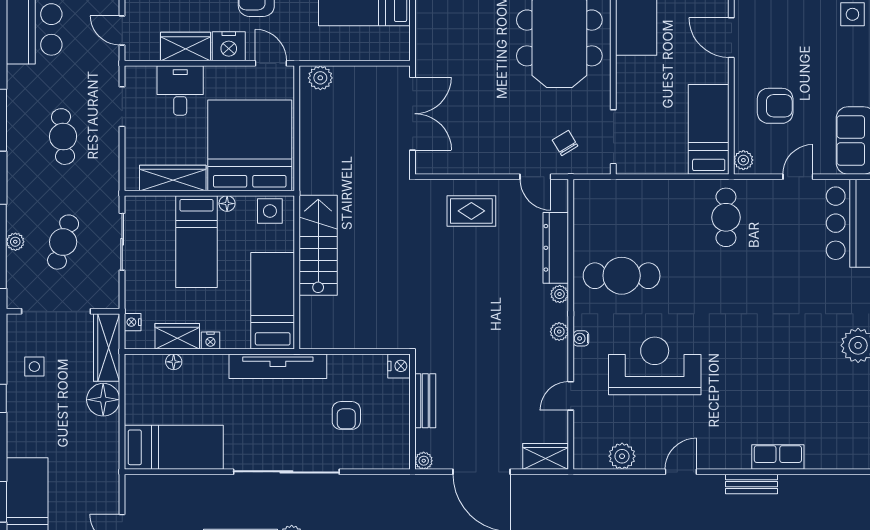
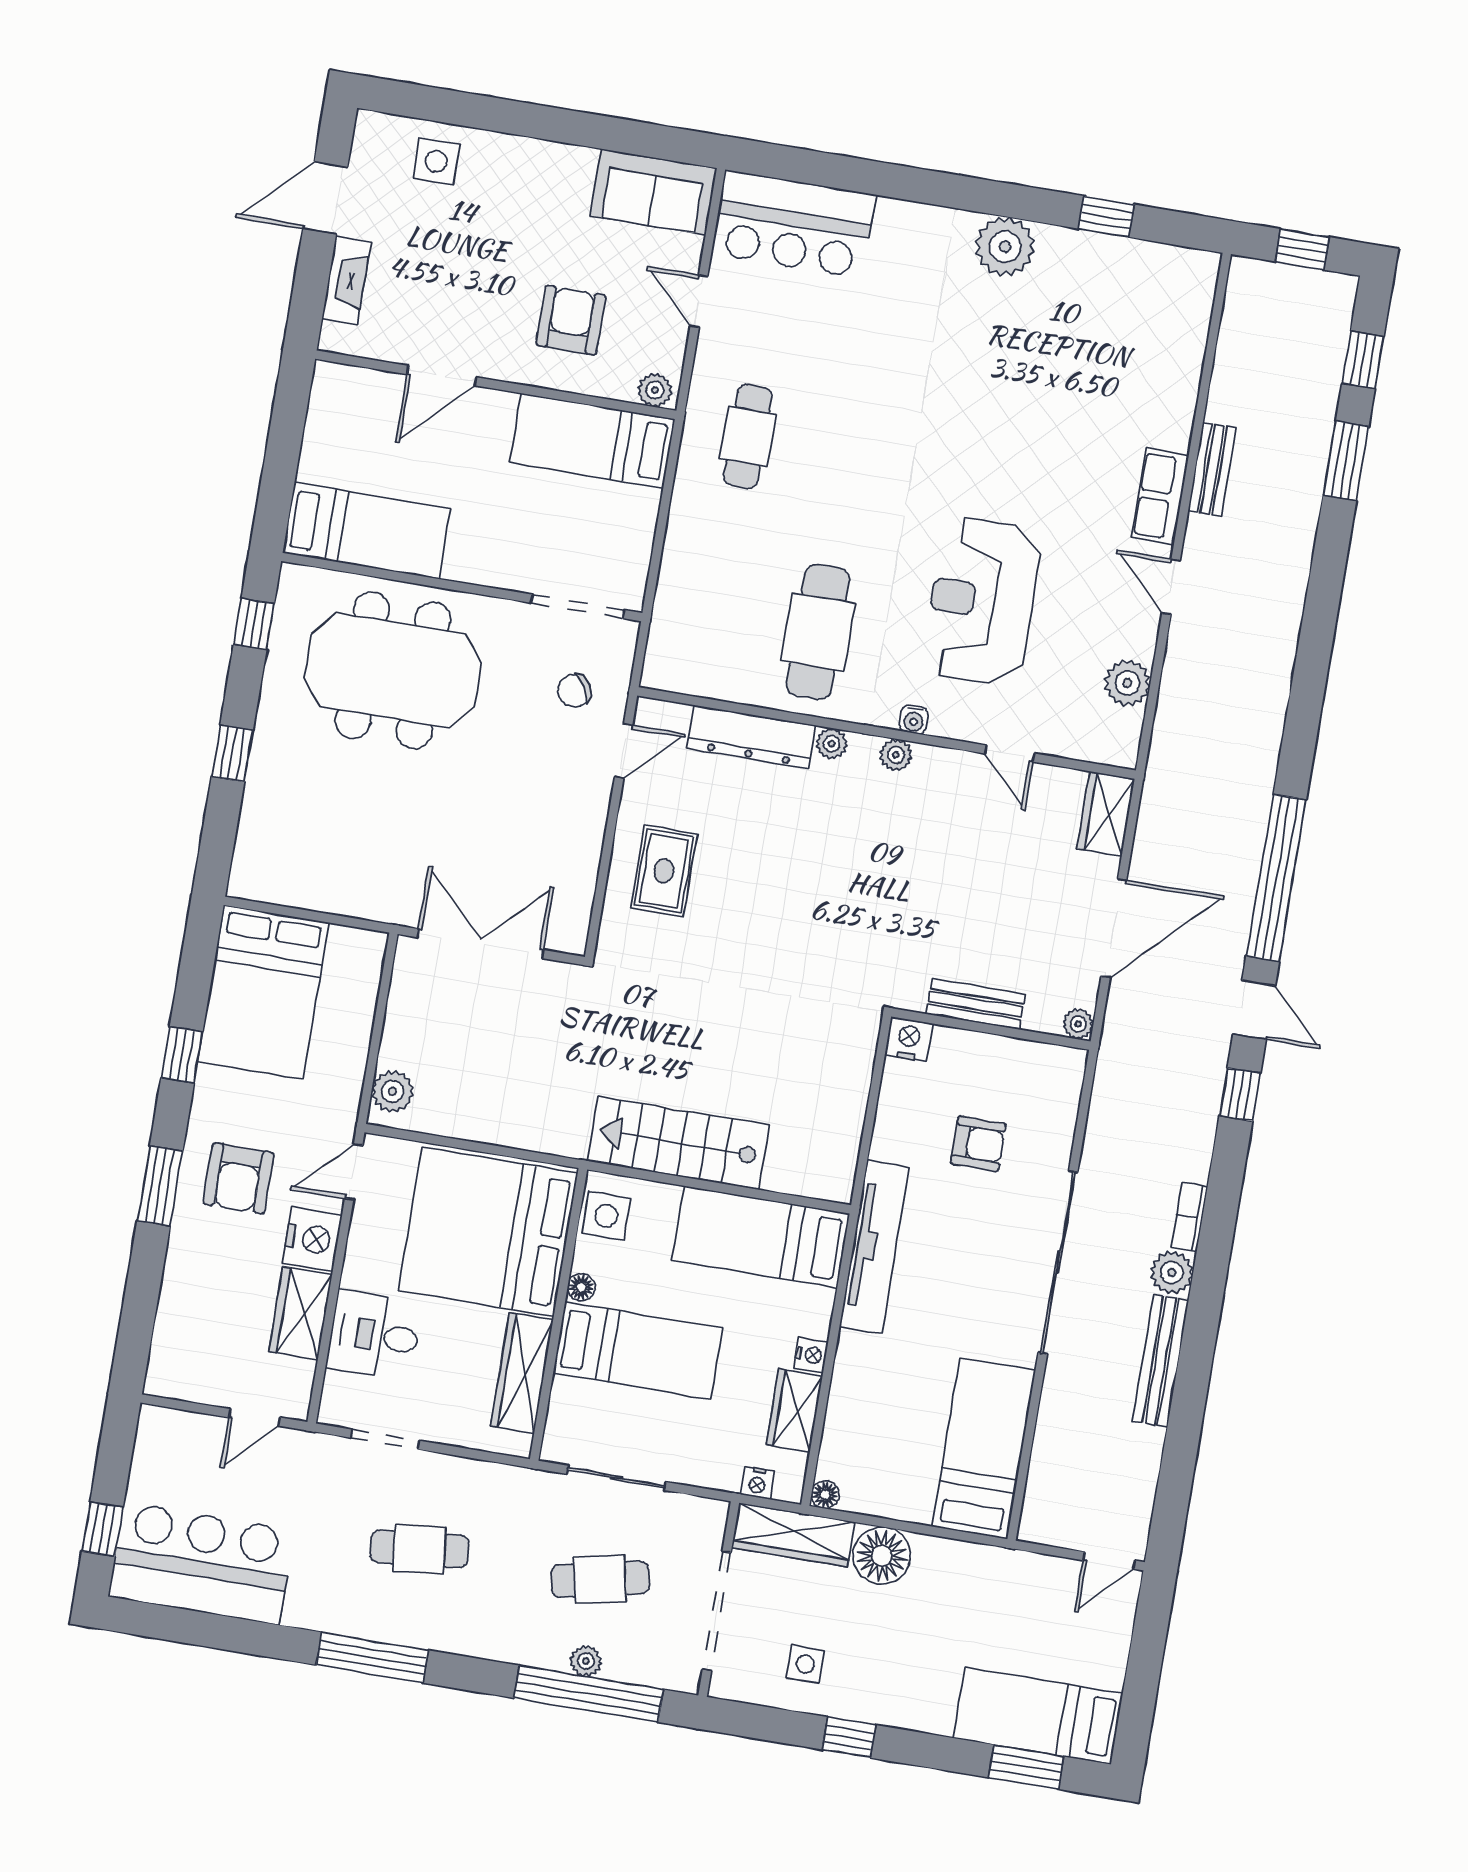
cafe table: (726, 217) -> (748, 436), turned 90
cafe table: (63, 242) -> (600, 1579), turned -30
floor lamp: (174, 362) -> (825, 1495), moved
row of seats: (778, 457) -> (1160, 496), moved

